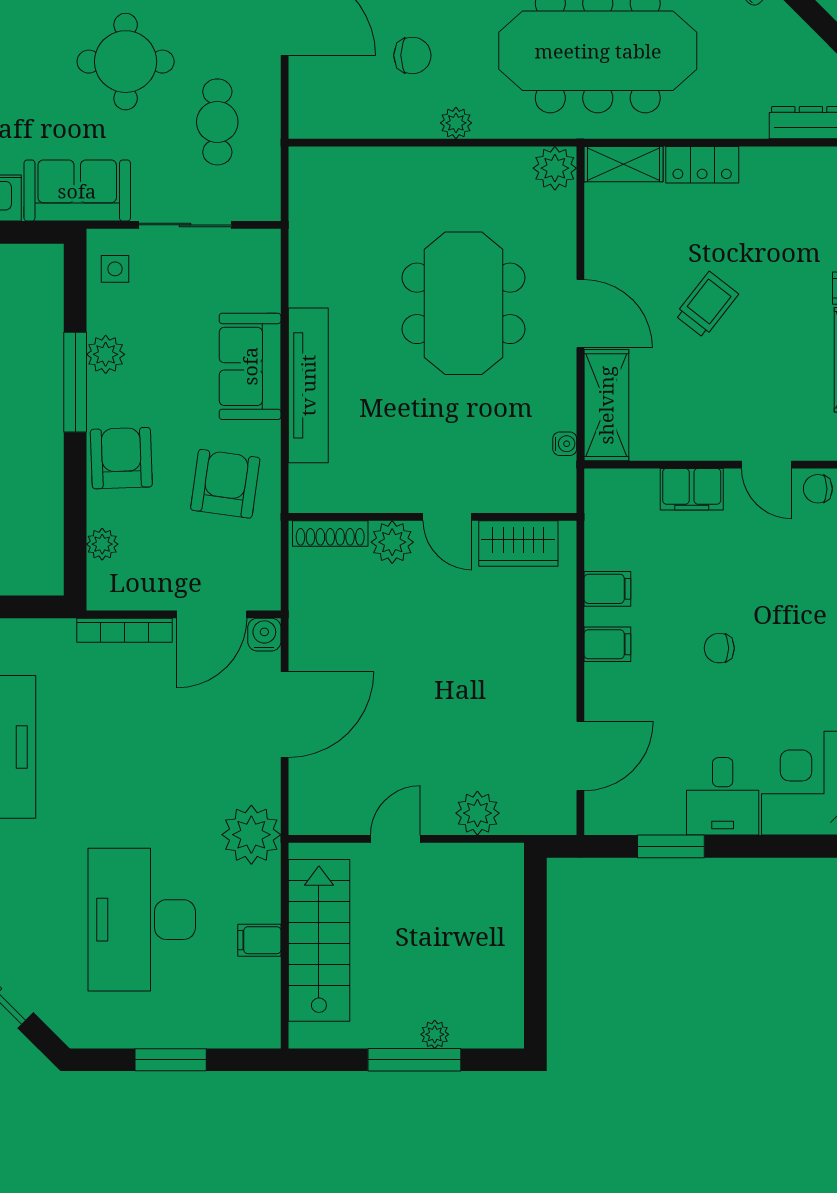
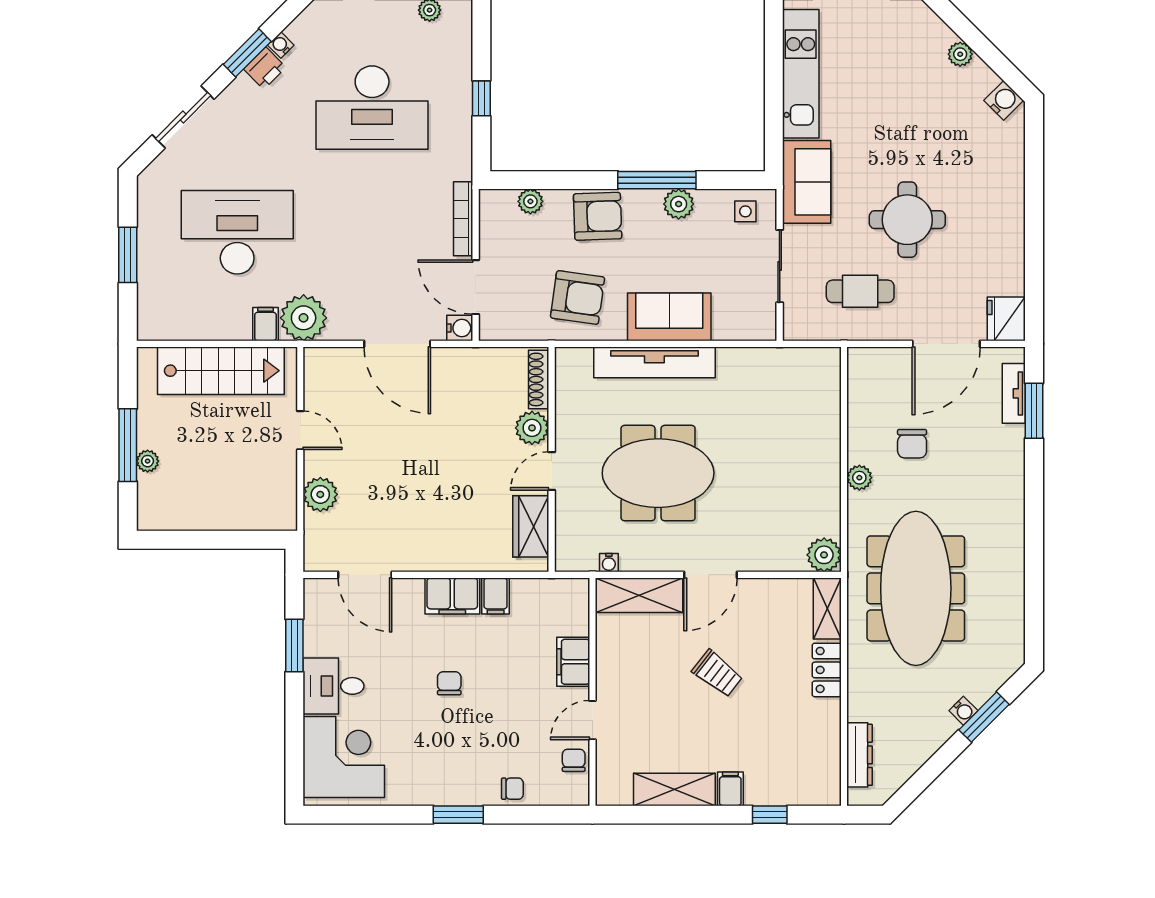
meeting table: (464, 303) -> (658, 473), moved
filing cabinet: (607, 644) -> (452, 596), width x2.00
filing cabinet: (259, 940) -> (265, 324), moved

